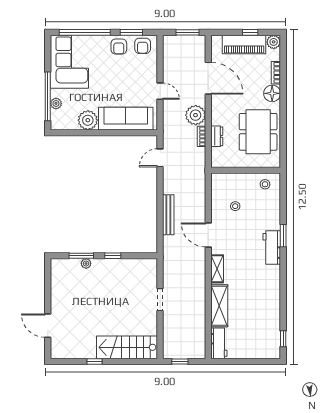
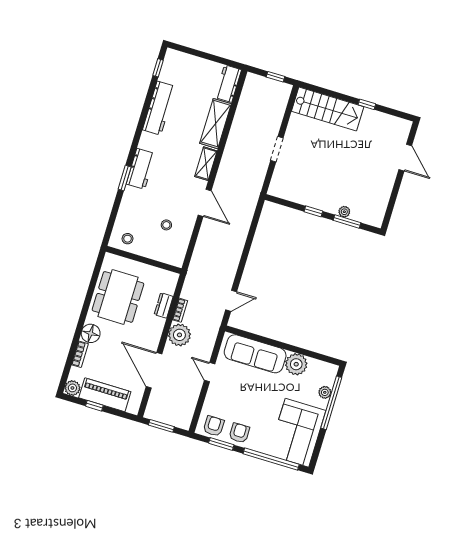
bench: (168, 215) -> (241, 237), removed
workbench: (272, 304) -> (159, 108), added

